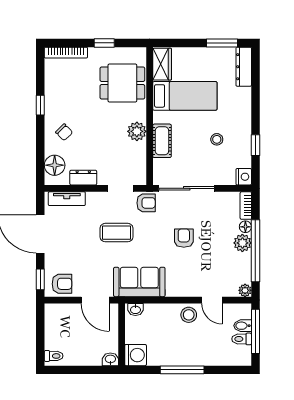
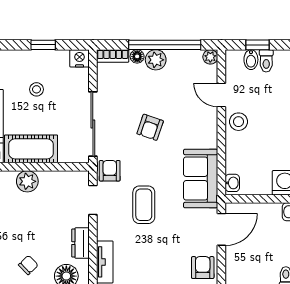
cot: (162, 141) -> (31, 149), width x1.37, depth x1.34
armchair: (184, 238) -> (150, 127), turned -71
door: (212, 300) -> (221, 95), swing flipped
window: (255, 331) -> (257, 45), width x0.46

